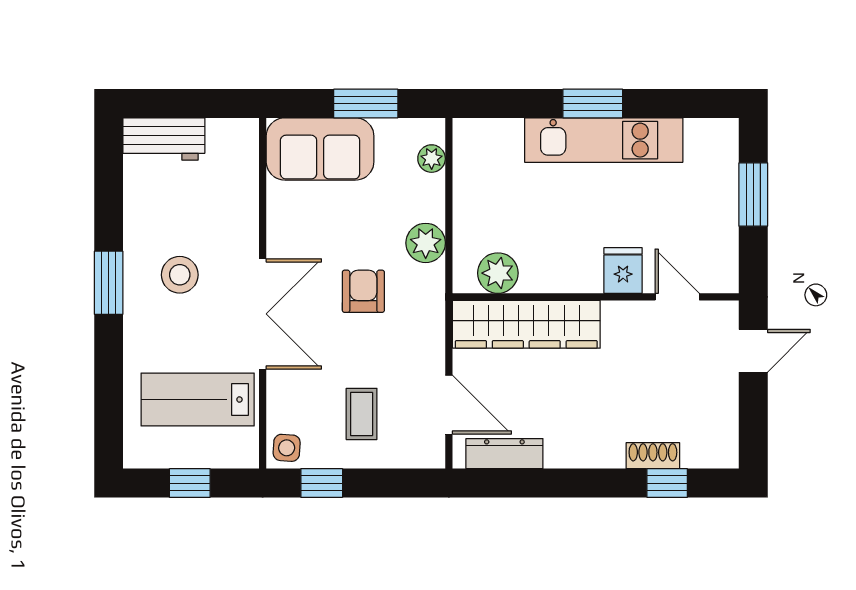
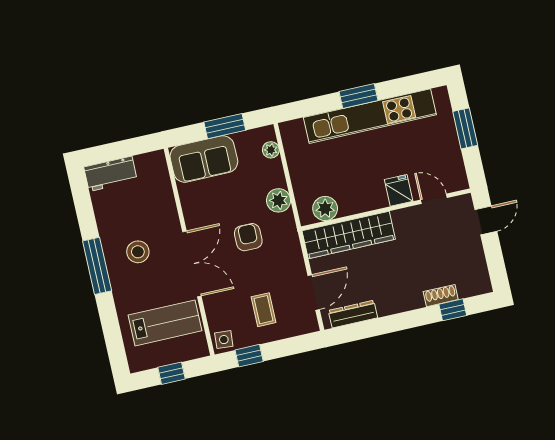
kitchen unit: (604, 140) -> (370, 116), width x1.36
window: (109, 283) -> (97, 266), width x1.44
lab bench: (198, 400) -> (165, 323), turned 180
door: (449, 405) -> (314, 293), hinge flipped

